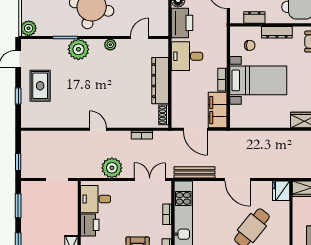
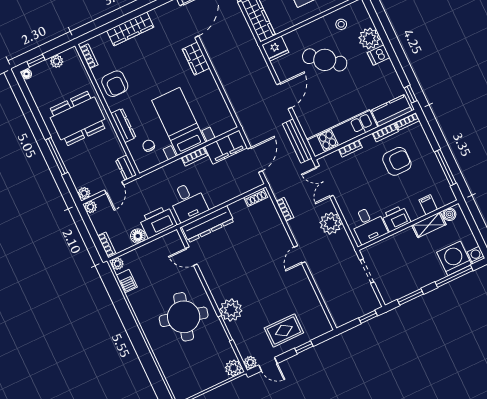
dresser: (254, 18) -> (126, 168), moved
plant: (110, 45) -> (250, 362), moved
dresser: (160, 81) -> (208, 224), moved

